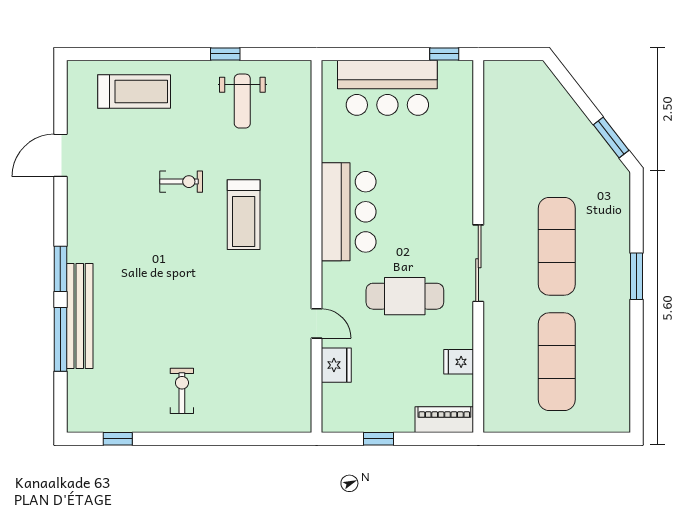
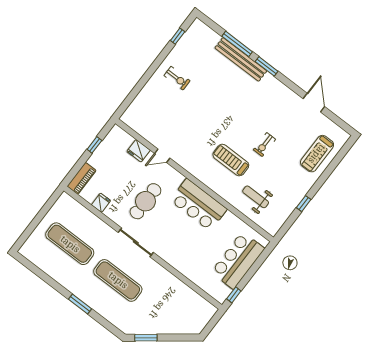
weight bench: (242, 101) -> (256, 197), moved

